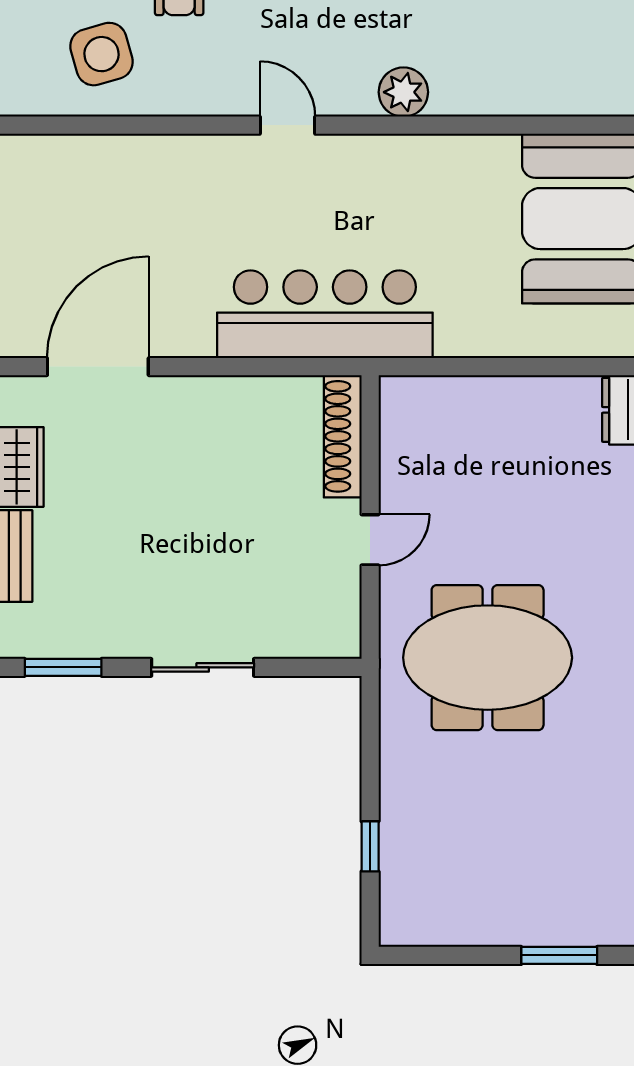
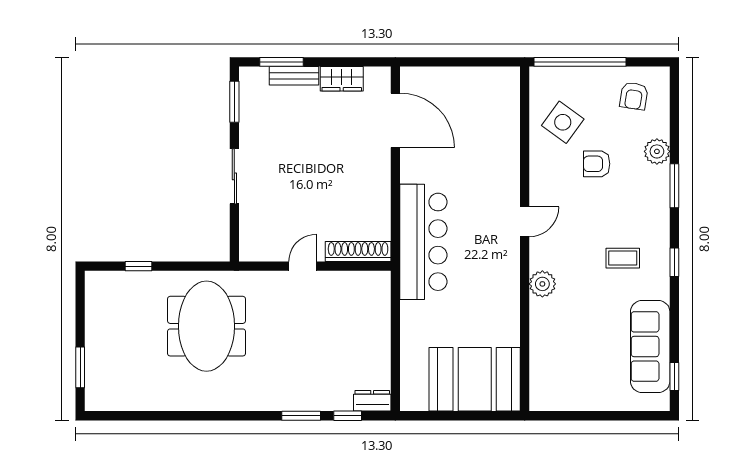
side table: (101, 54) -> (563, 122), turned -38
door: (370, 540) -> (303, 266), swing flipped
meeting table: (488, 658) -> (206, 326), moved

